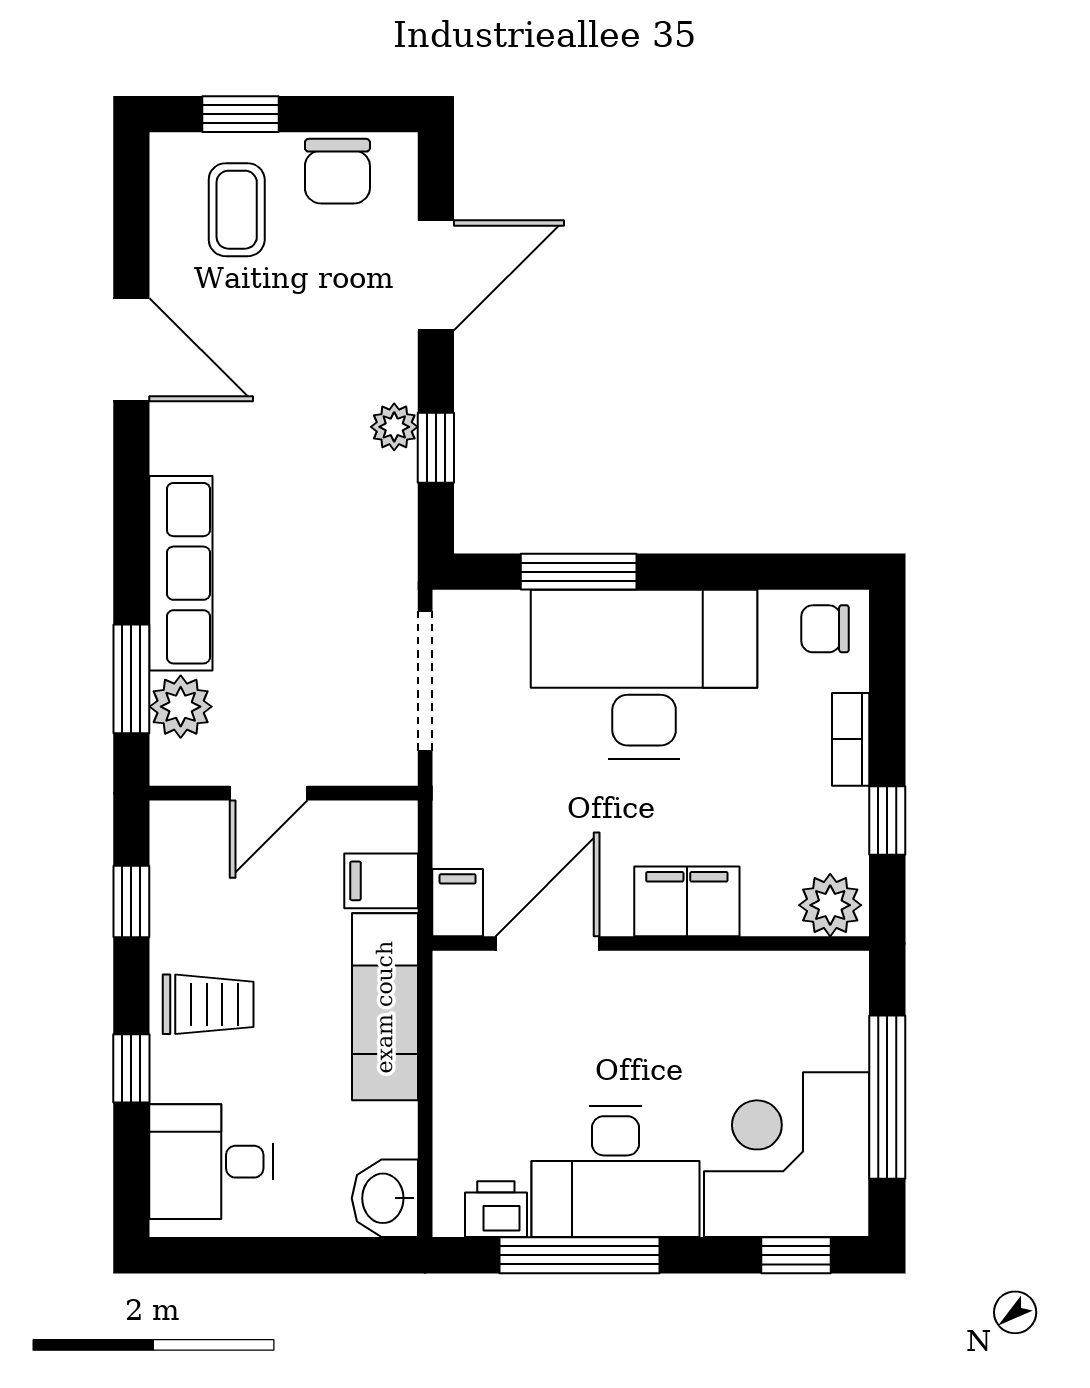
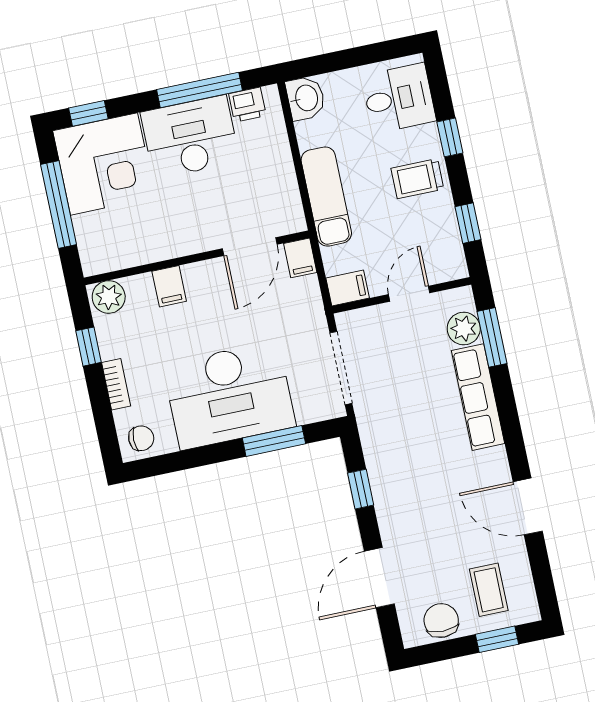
plant: (394, 427) -> (384, 495), removed
filing cabinet: (381, 881) -> (348, 288), moved
filing cabinet: (687, 901) -> (169, 286), width x0.50

